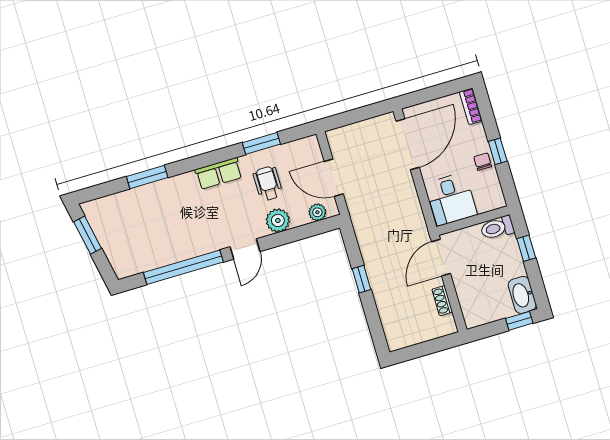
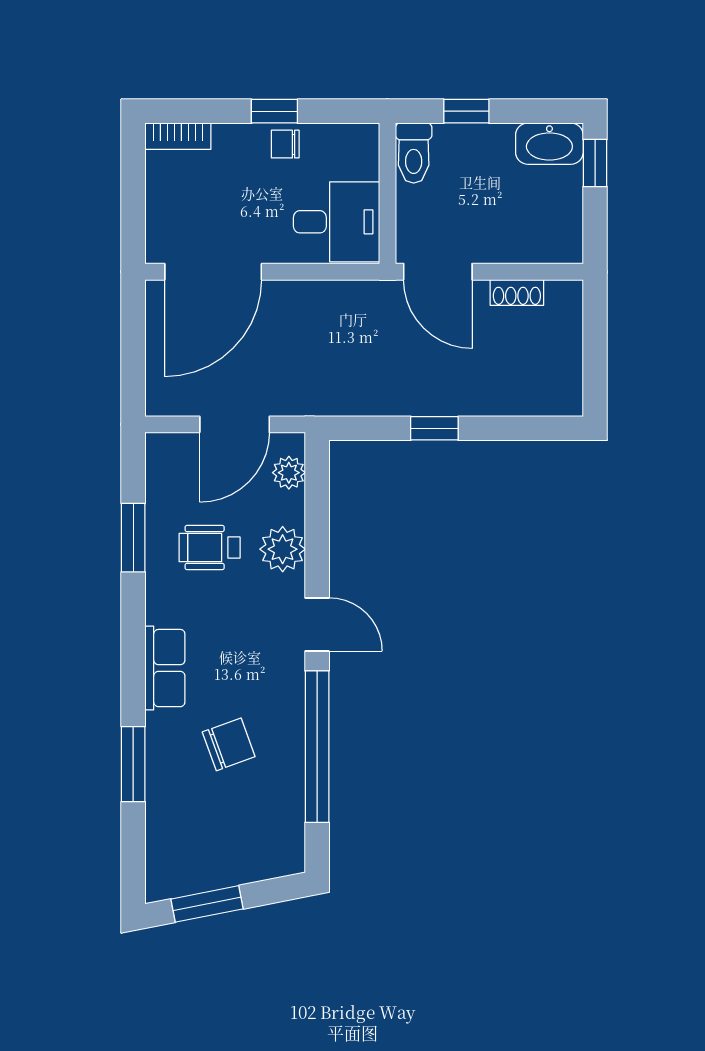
door: (408, 144) -> (213, 272), swing flipped
row of seats: (219, 173) -> (165, 668), moved
chair: (171, 222) -> (229, 744), added

